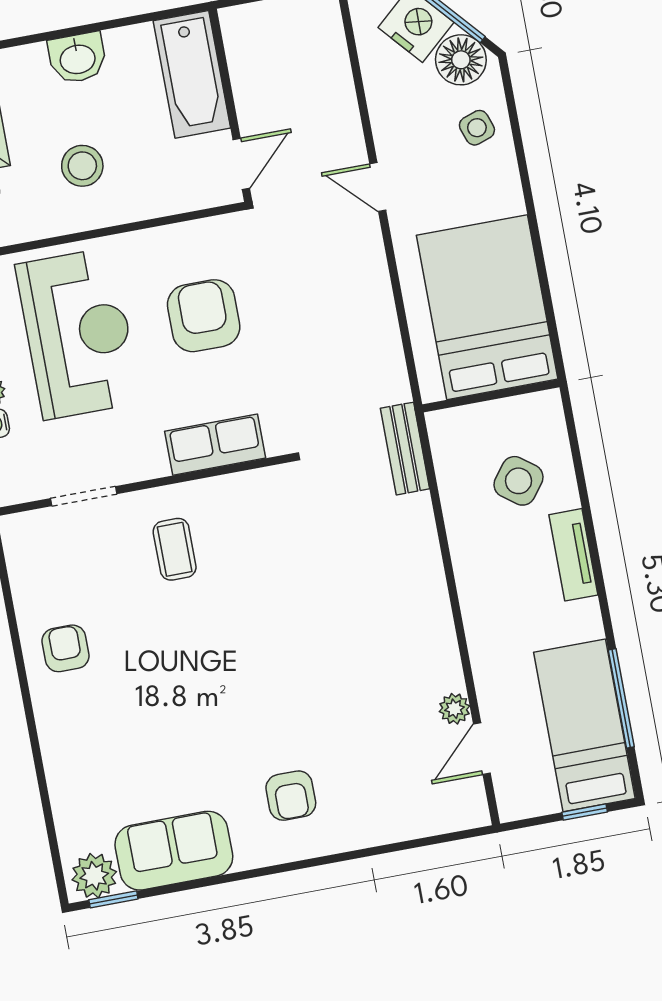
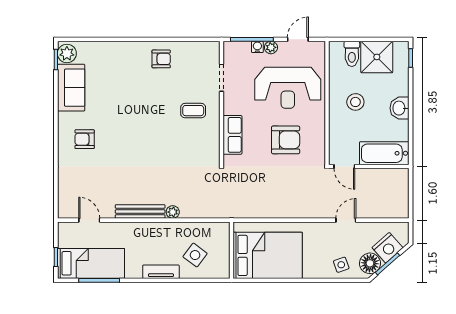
door: (378, 187) -> (346, 220), moved
bench: (405, 449) -> (140, 211), moved, width x1.36
plant: (454, 709) -> (173, 212), moved

